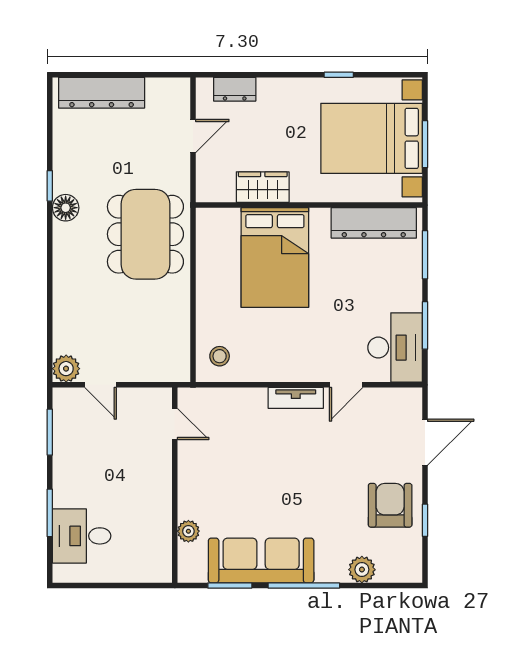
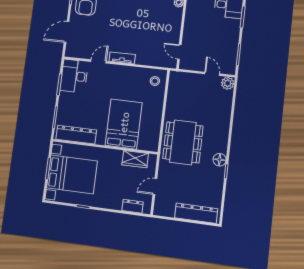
wardrobe: (263, 187) -> (135, 159), moved

